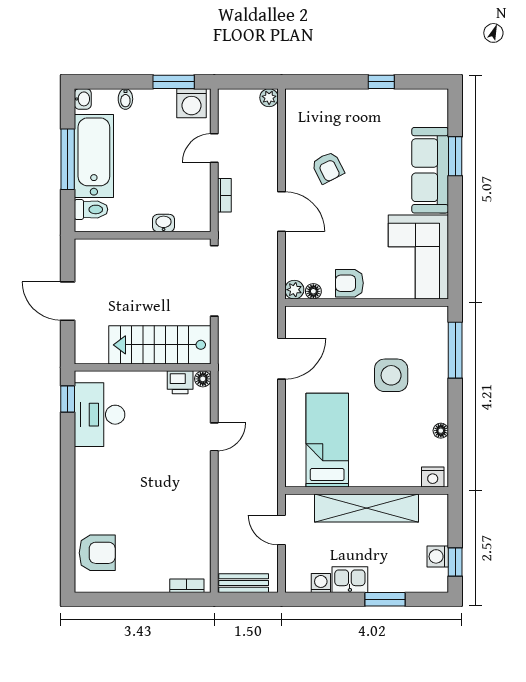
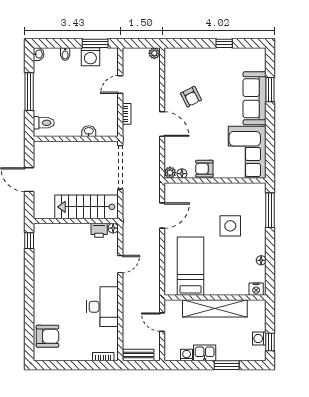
washing machine: (191, 103) -> (90, 57), moved
bathtub: (94, 156) -> (45, 90), removed
desk: (100, 415) -> (103, 307), moved, turned 180

